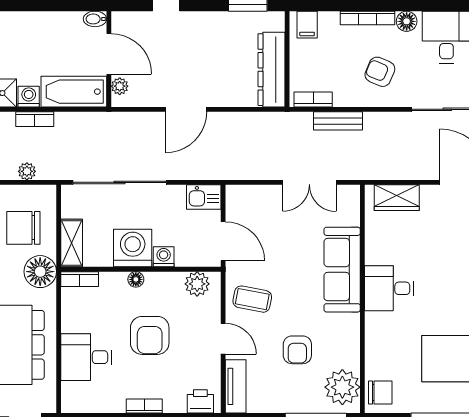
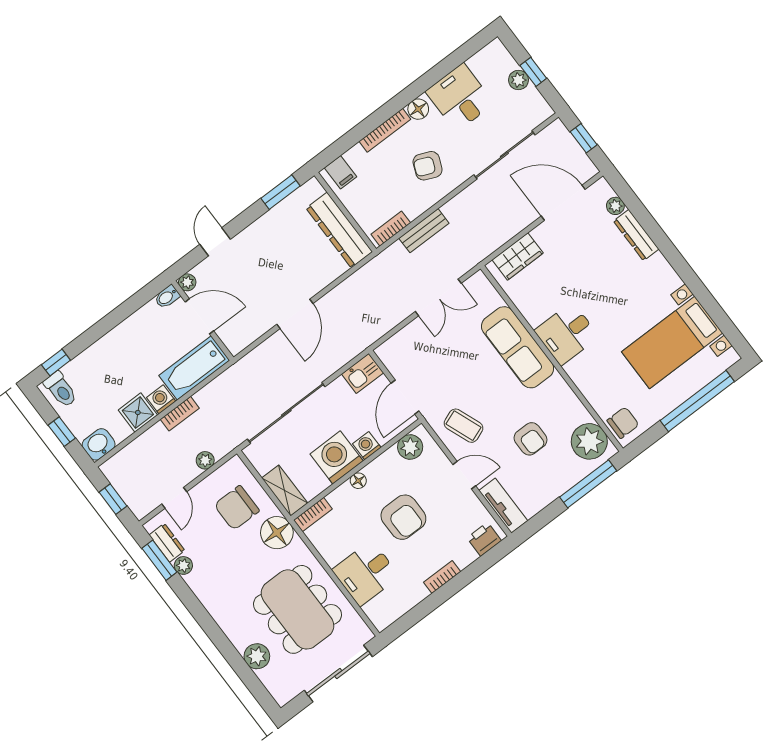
plant: (120, 86) -> (187, 282), moved
door: (223, 241) -> (405, 397), swing flipped
coffee table: (252, 299) -> (464, 426), turned 58

